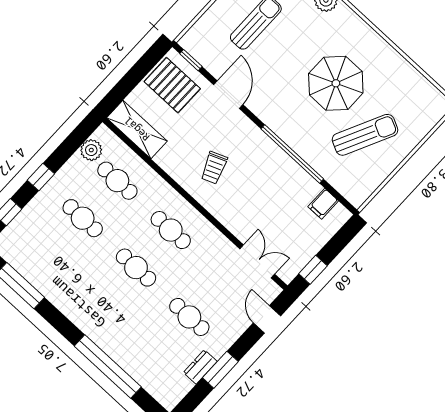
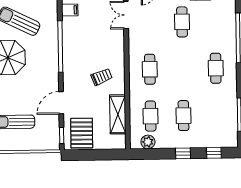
shelving: (137, 129) -> (118, 114), moved
cafe table: (136, 268) -> (216, 68), moved

